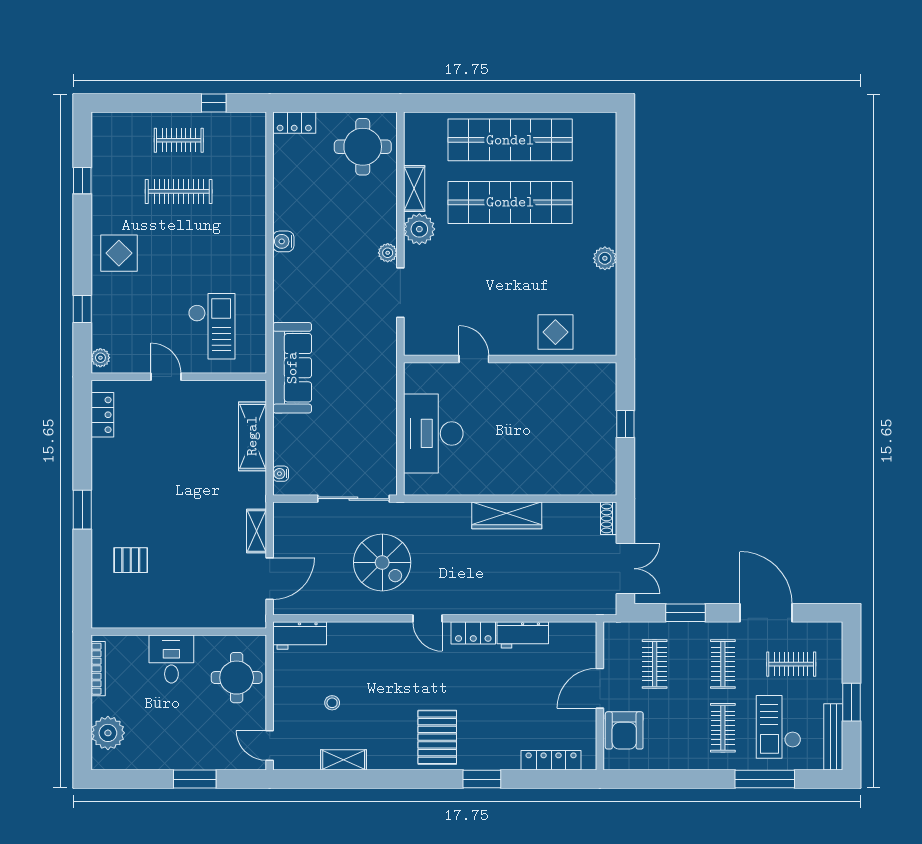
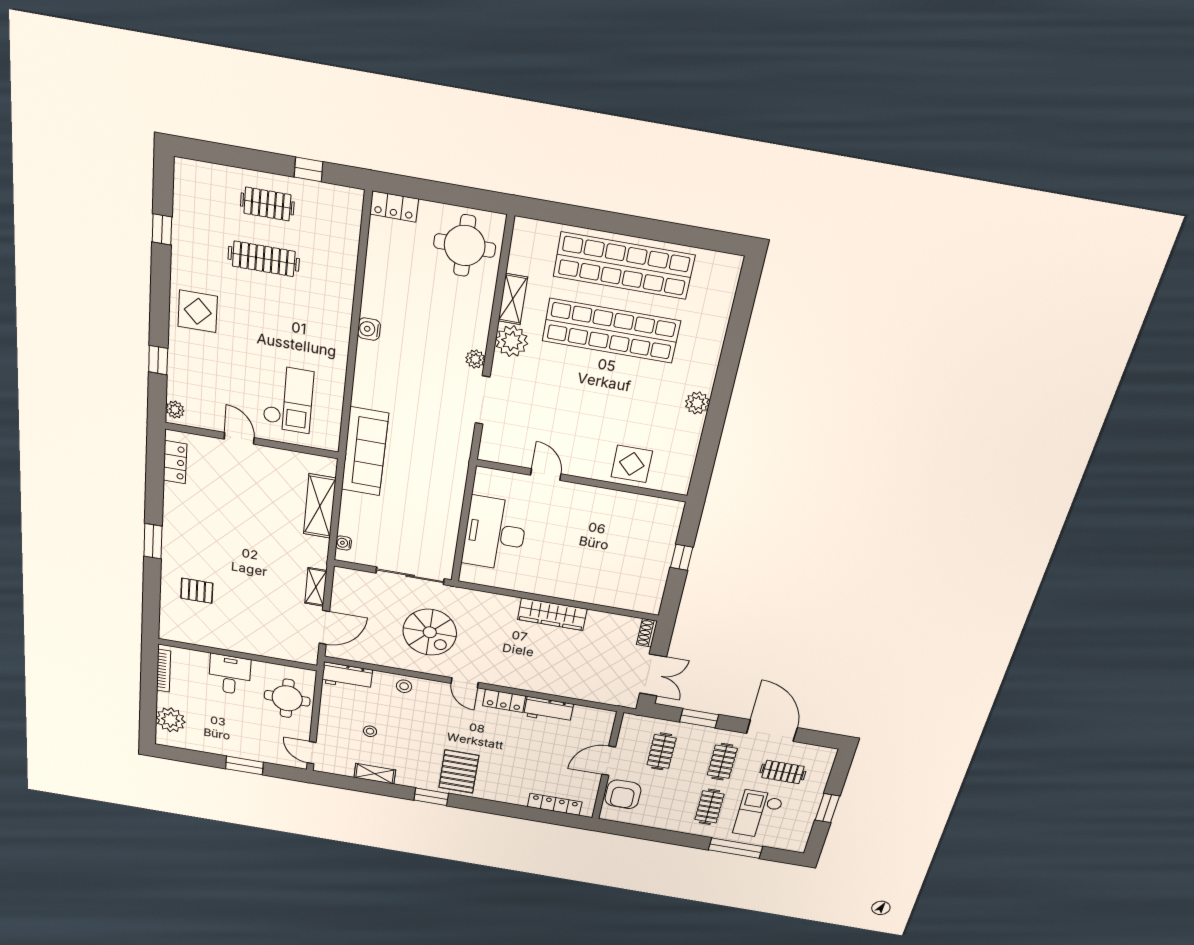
stool: (363, 636) -> (404, 686), added
bench: (833, 737) -> (803, 829), removed
window: (482, 779) -> (431, 797), moved

